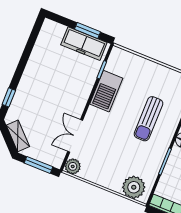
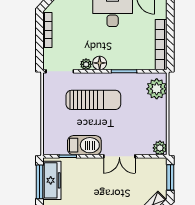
window: (88, 31) -> (39, 182), width x1.44
sun lounger: (148, 119) -> (93, 100), width x1.36, depth x1.34
double door: (75, 136) -> (119, 156), moved

